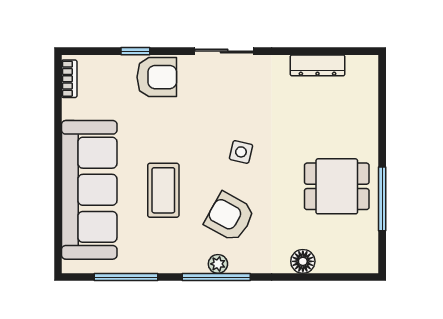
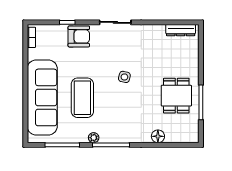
dresser: (318, 65) -> (181, 30), moved
dining table: (337, 186) -> (176, 96), turned 90
coffee table: (163, 190) -> (82, 98), width x1.36, depth x1.32
armchair: (230, 217) -> (118, 112), removed
plant: (218, 264) -> (94, 138), moved

